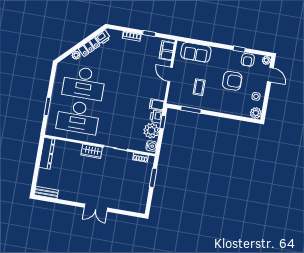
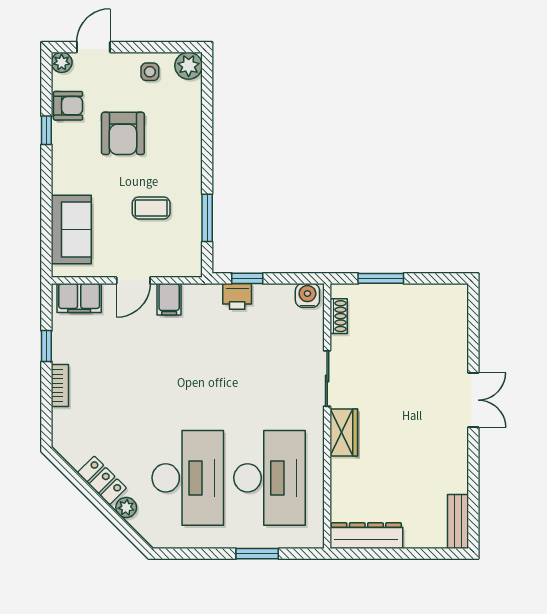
printer: (103, 37) -> (74, 452), removed
armchair: (232, 81) -> (123, 133), turned 180
filing cabinet: (157, 105) -> (169, 299), moved
plant: (151, 131) -> (272, 302), removed

